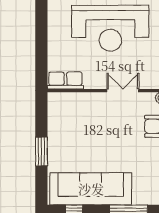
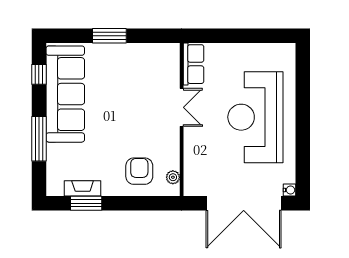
double door: (123, 91) -> (182, 107), moved

